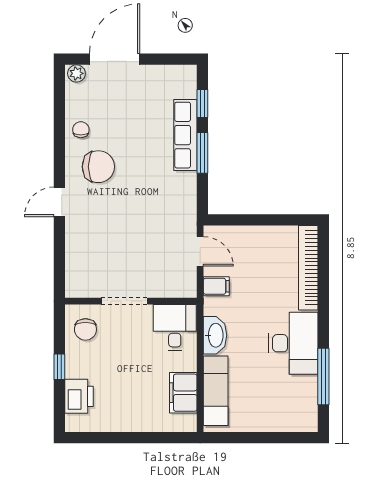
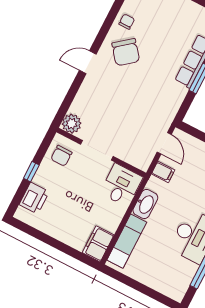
chair: (98, 167) -> (126, 52), turned 51
plant: (78, 285) -> (72, 124), added
filing cabinet: (183, 393) -> (98, 244), moved

